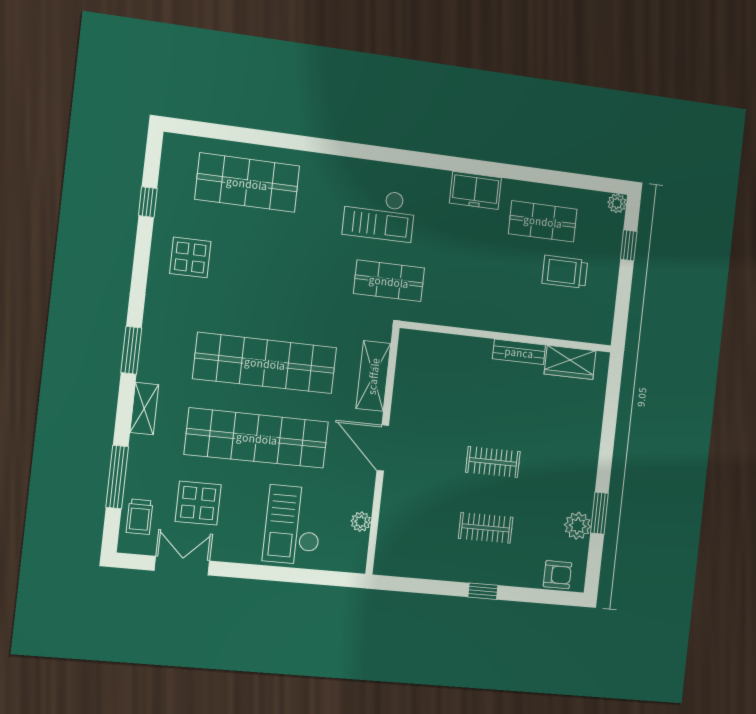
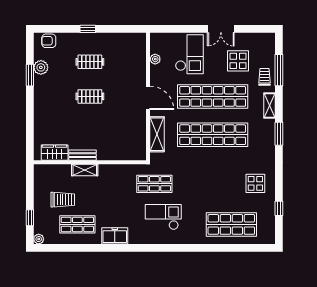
shelving: (518, 323) -> (85, 170), added
trolley: (139, 517) -> (264, 77), moved
double door: (182, 566) -> (221, 29), moved

